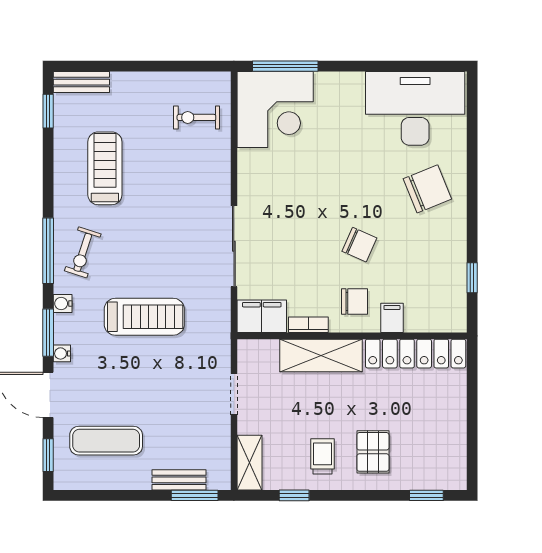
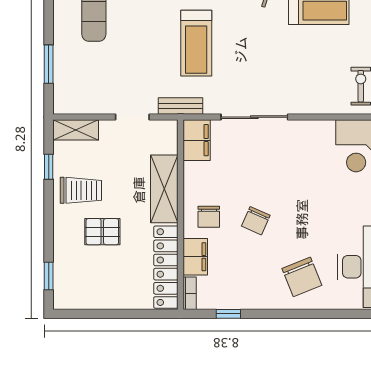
filing cabinet: (392, 318) -> (195, 257), width x2.00
bookcase: (308, 325) -> (190, 293), moved
pallet: (373, 452) -> (102, 232), moved
trolley: (323, 456) -> (81, 190), width x1.36, depth x1.39
bench: (179, 480) -> (180, 106), moved, turned 90
window: (195, 495) -> (49, 64), moved

